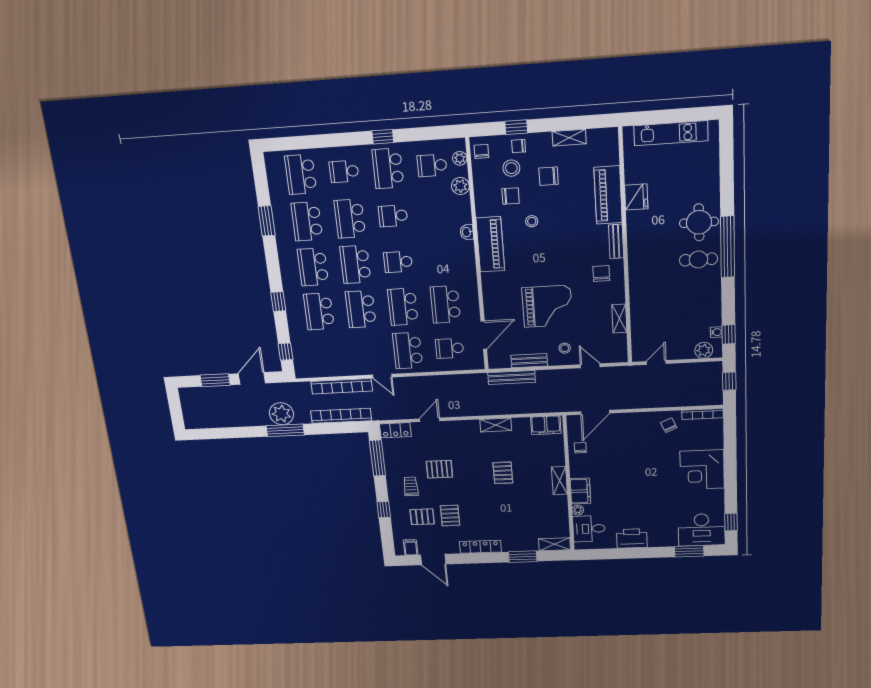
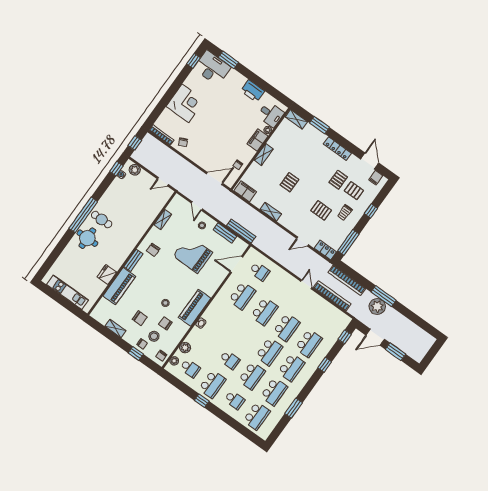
school desk: (398, 262) -> (247, 336), removed
school desk: (408, 351) -> (282, 287), removed

